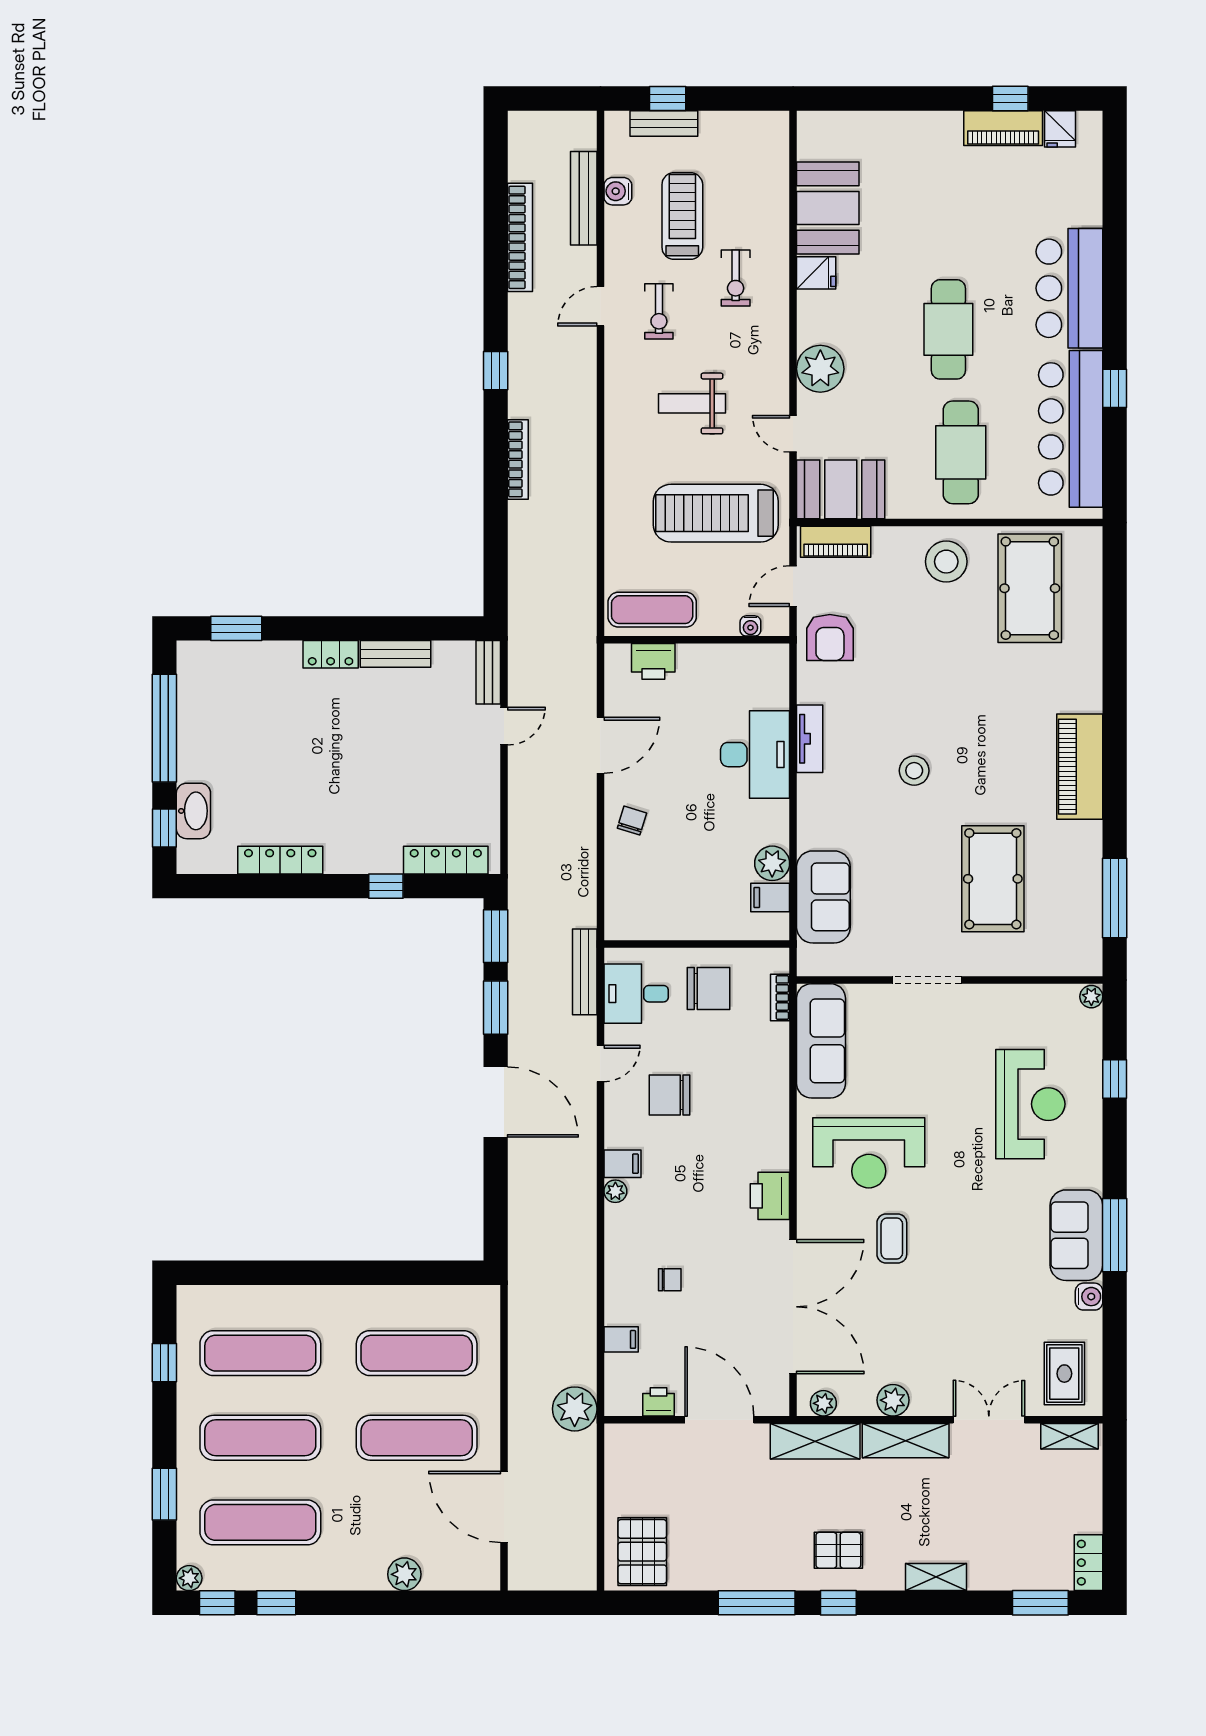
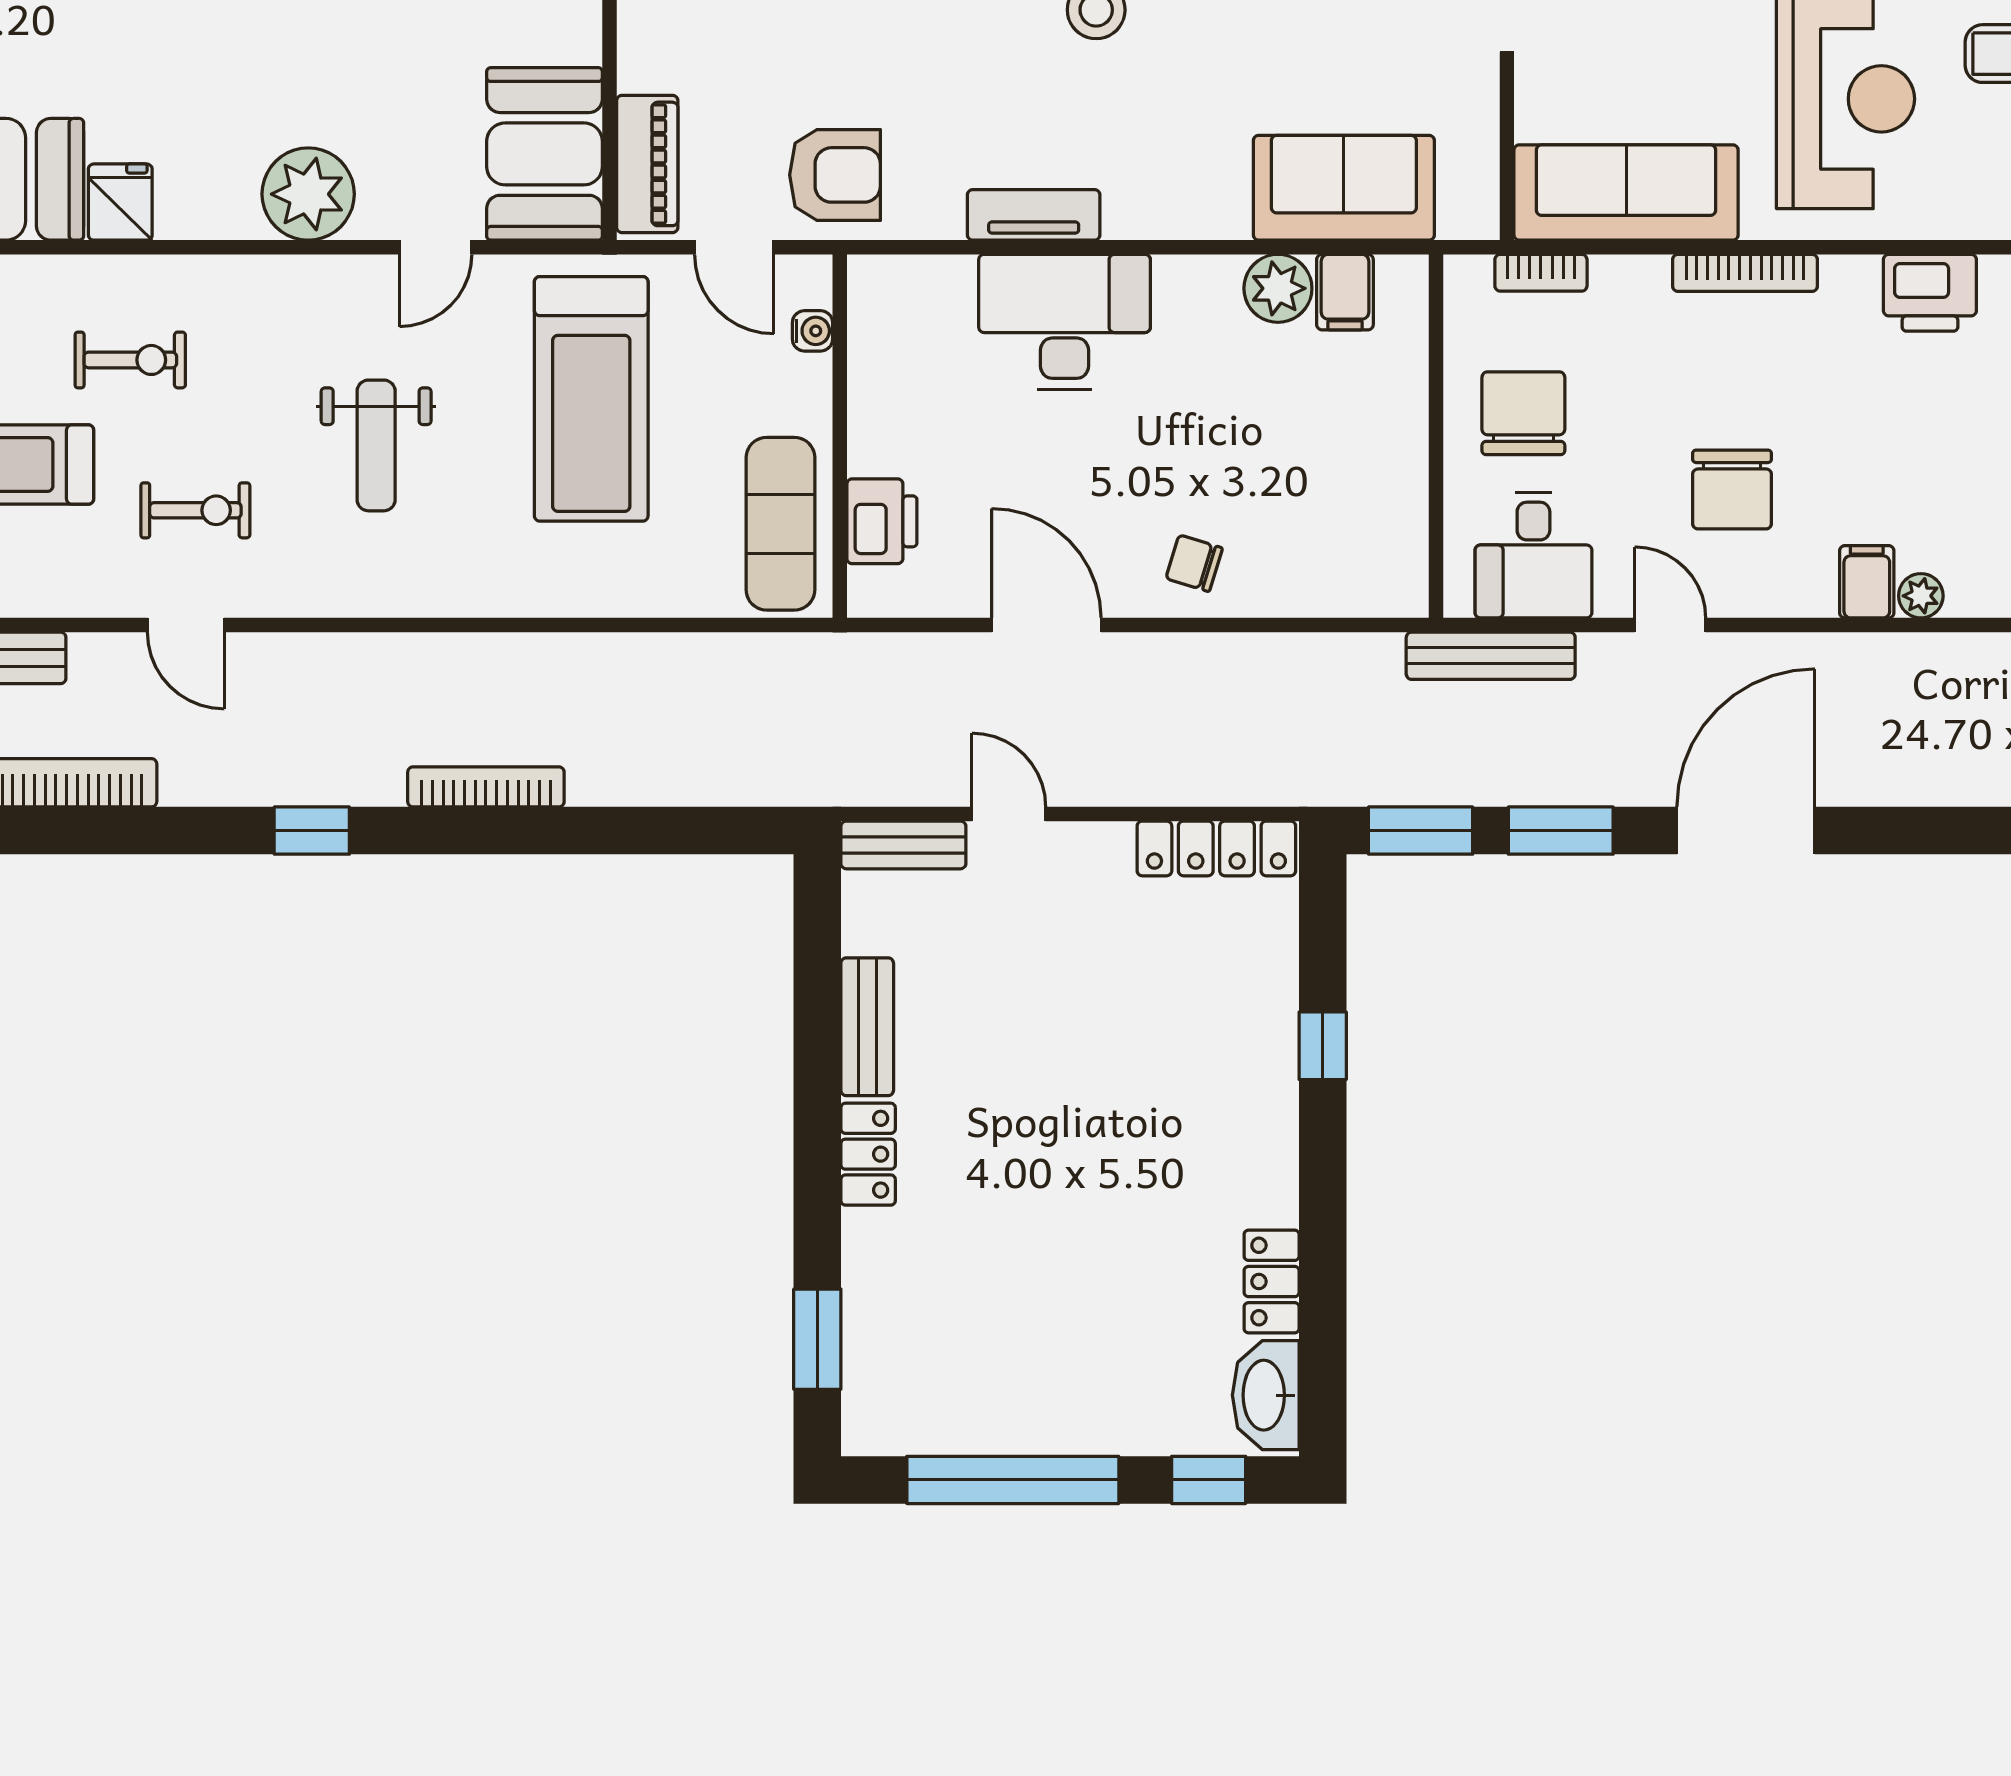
washbasin: (193, 811) -> (1266, 1395), moved, turned -90
locker: (280, 860) -> (1272, 1282), width x0.66
locker: (446, 860) -> (1216, 848), moved, turned -90
bookcase: (780, 1102) -> (1745, 273), added

